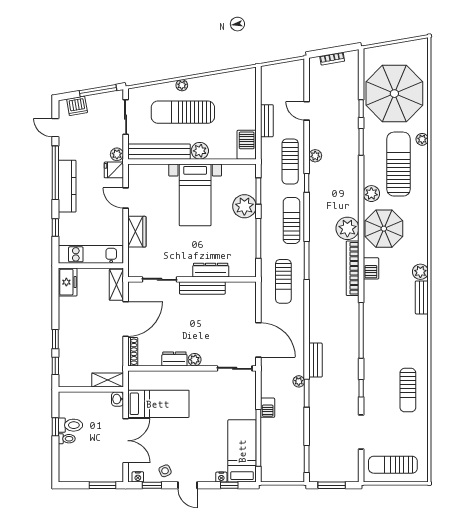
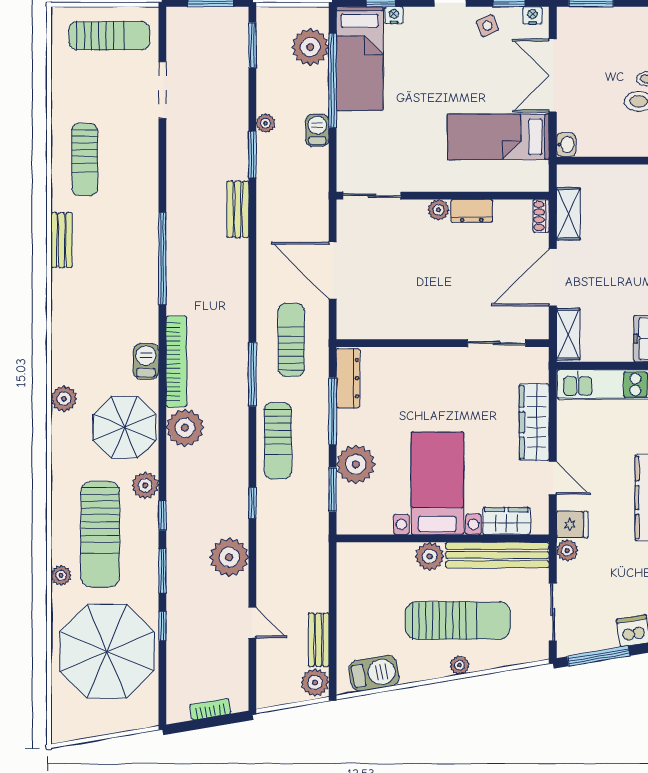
plant: (269, 75) -> (315, 682), added
bench: (267, 121) -> (319, 640), moved
barbecue: (247, 145) -> (374, 673), moved, turned -100
plant: (315, 156) -> (229, 557), width x1.88, depth x1.88
sun lounger: (290, 161) -> (280, 539), removed
wardrobe: (154, 172) -> (506, 521), added
wardrobe: (137, 232) -> (534, 422), width x1.50
dresser: (211, 270) -> (348, 378), moved, turned -90
plant: (420, 272) -> (64, 399), moved
bench: (202, 288) -> (425, 329), removed
bench: (422, 297) -> (62, 240), moved
door: (258, 340) -> (333, 271), moved
shoe rack: (133, 352) -> (541, 216), width x0.70
shelving: (108, 380) -> (568, 214), moved, turned 90
plant: (299, 381) -> (266, 123), moved
window: (361, 388) -> (162, 516), moved
sun lounger: (408, 390) -> (85, 159), turned 180
plant: (272, 458) -> (310, 47), added

